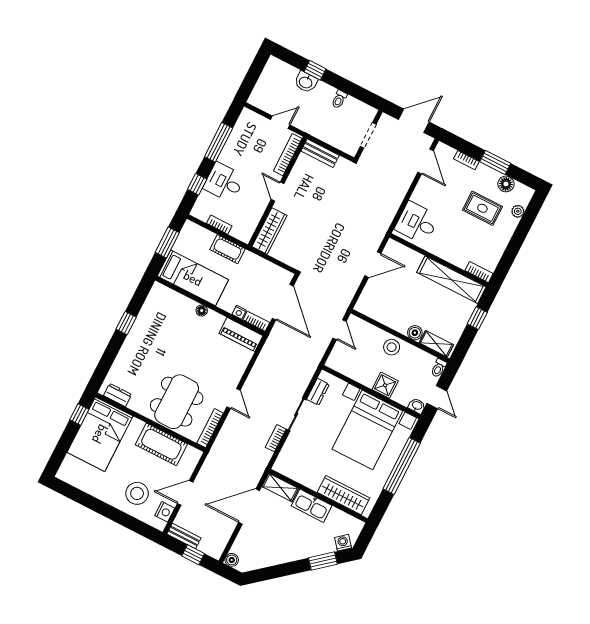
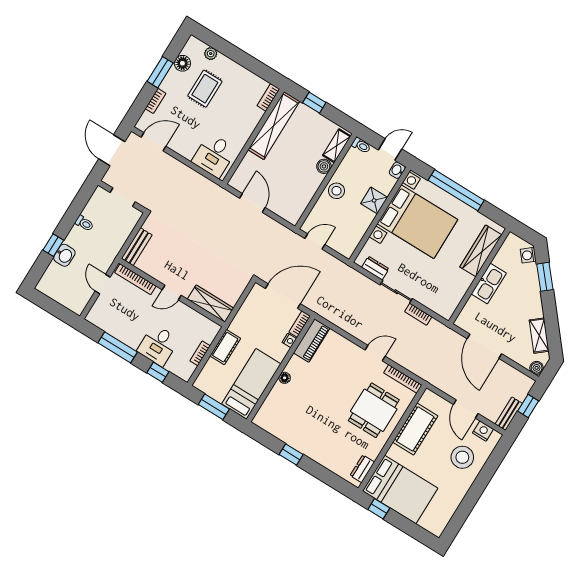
dining table: (177, 402) -> (374, 410), width x0.73
shelving: (280, 487) -> (539, 336), moved, turned -40

